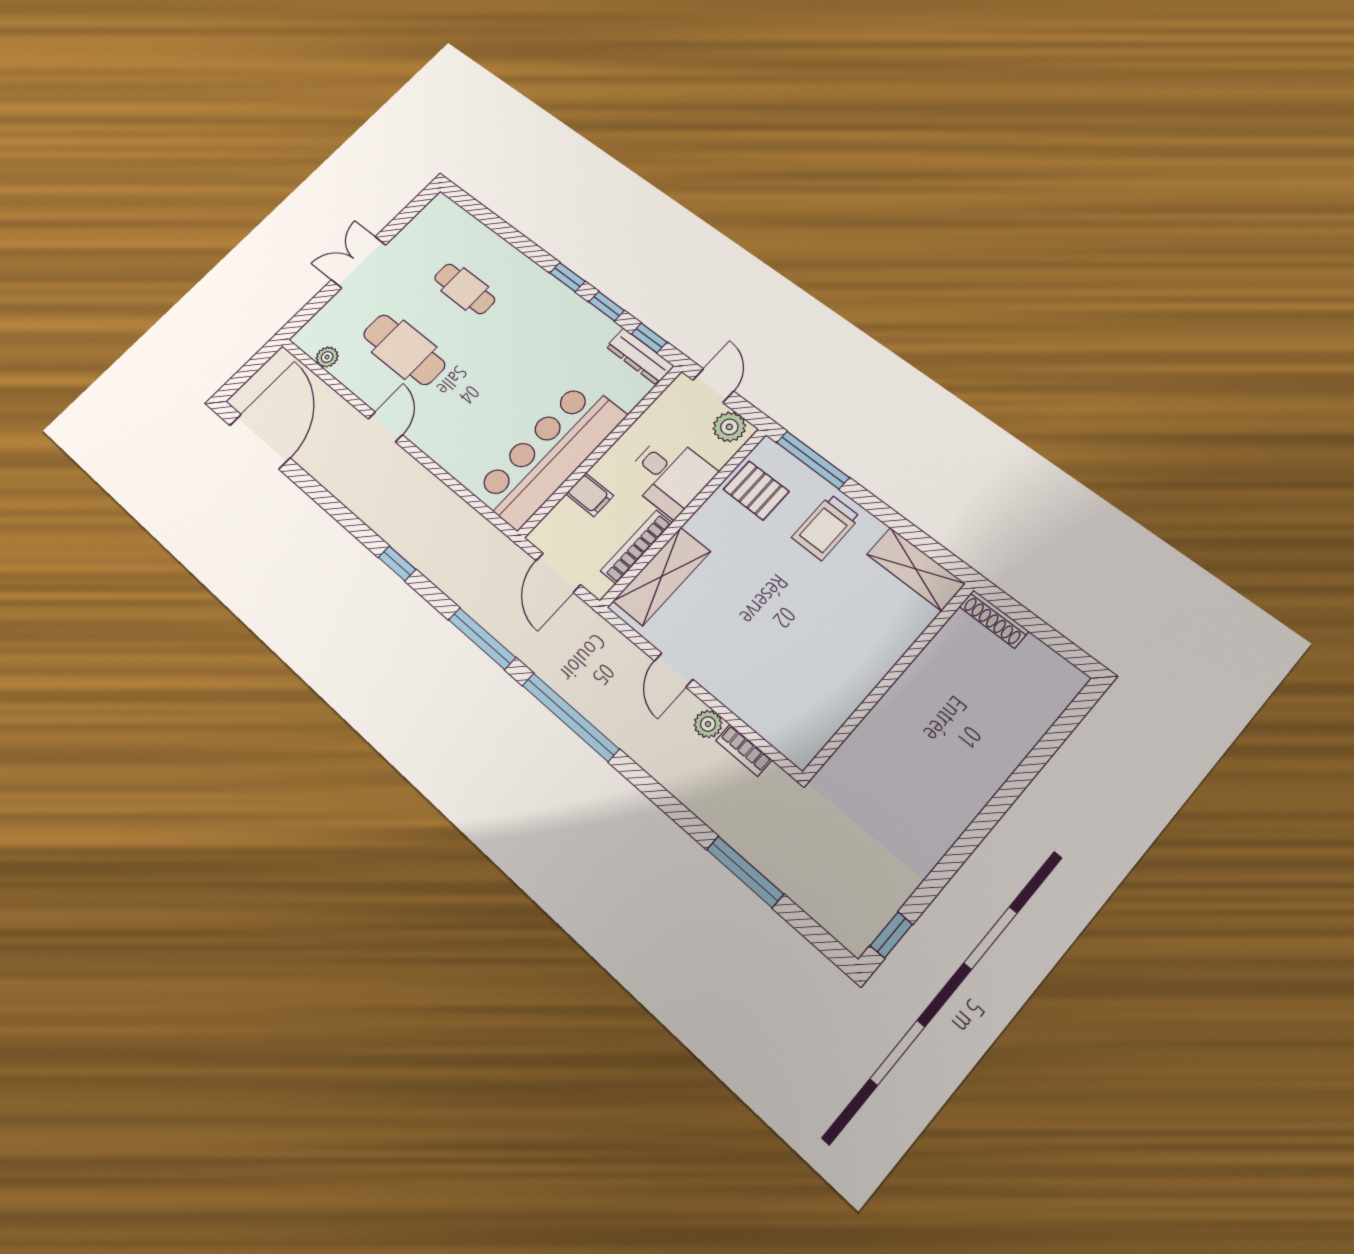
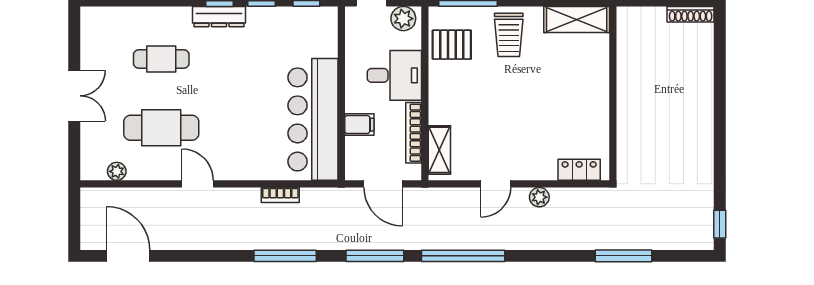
double door: (358, 262) -> (74, 96), swing flipped
dresser: (640, 356) -> (219, 17), moved
door: (260, 442) -> (128, 256), width x0.73
window: (397, 563) -> (285, 256), width x2.17
shelving: (662, 576) -> (439, 150), width x0.67, depth x0.75
shoe rack: (994, 619) -> (691, 14), moved
door: (674, 670) -> (496, 184), hinge flipped
locker: (778, 731) -> (579, 170), added
bookcase: (744, 750) -> (280, 195), moved

